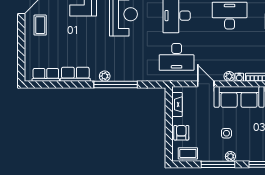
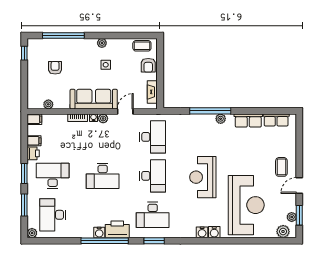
desk: (177, 57) -> (153, 137), turned 90
door: (206, 84) -> (125, 111), swing flipped
window: (218, 164) -> (114, 35), removed

